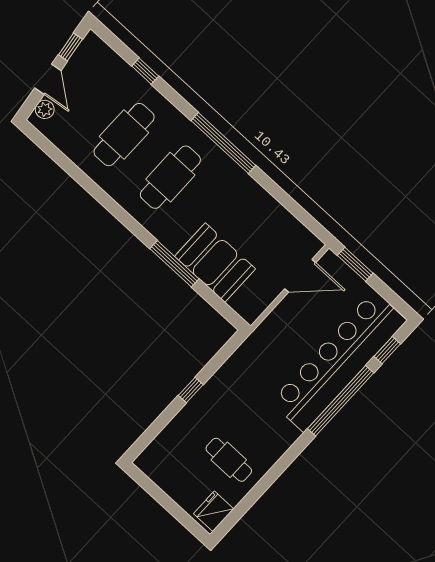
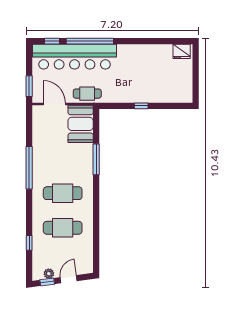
plant: (45, 109) -> (49, 274), moved
window: (223, 143) -> (29, 168), moved
booth: (215, 263) -> (81, 124), moved
cafe table: (229, 460) -> (87, 94), moved, turned 90

